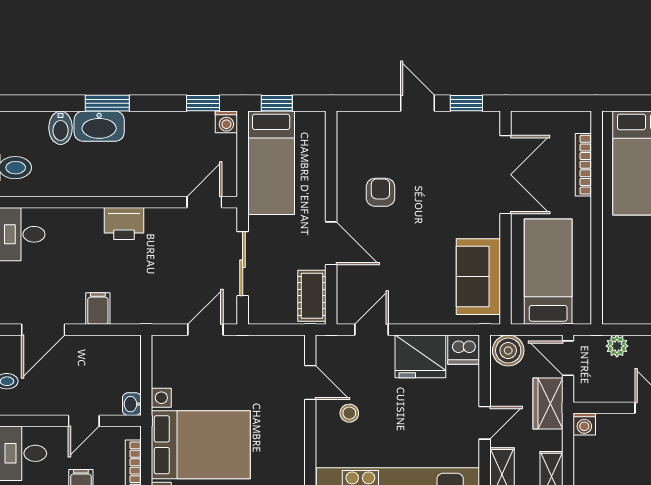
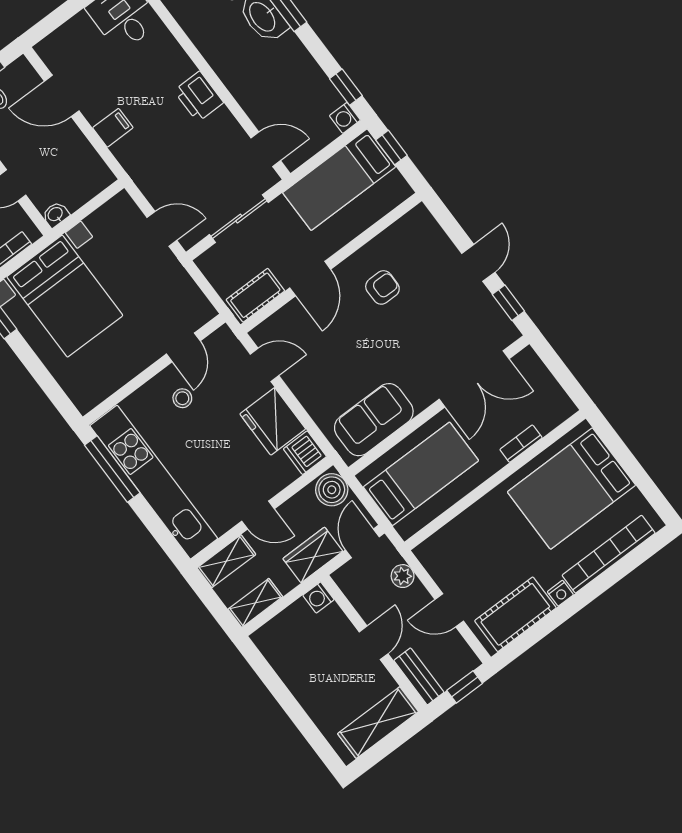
bookcase: (583, 165) -> (521, 444), width x0.64

